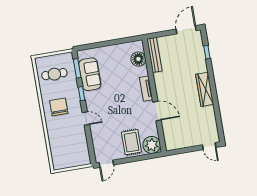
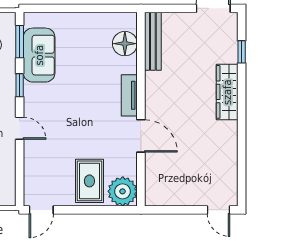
wardrobe: (205, 89) -> (227, 92), moved

